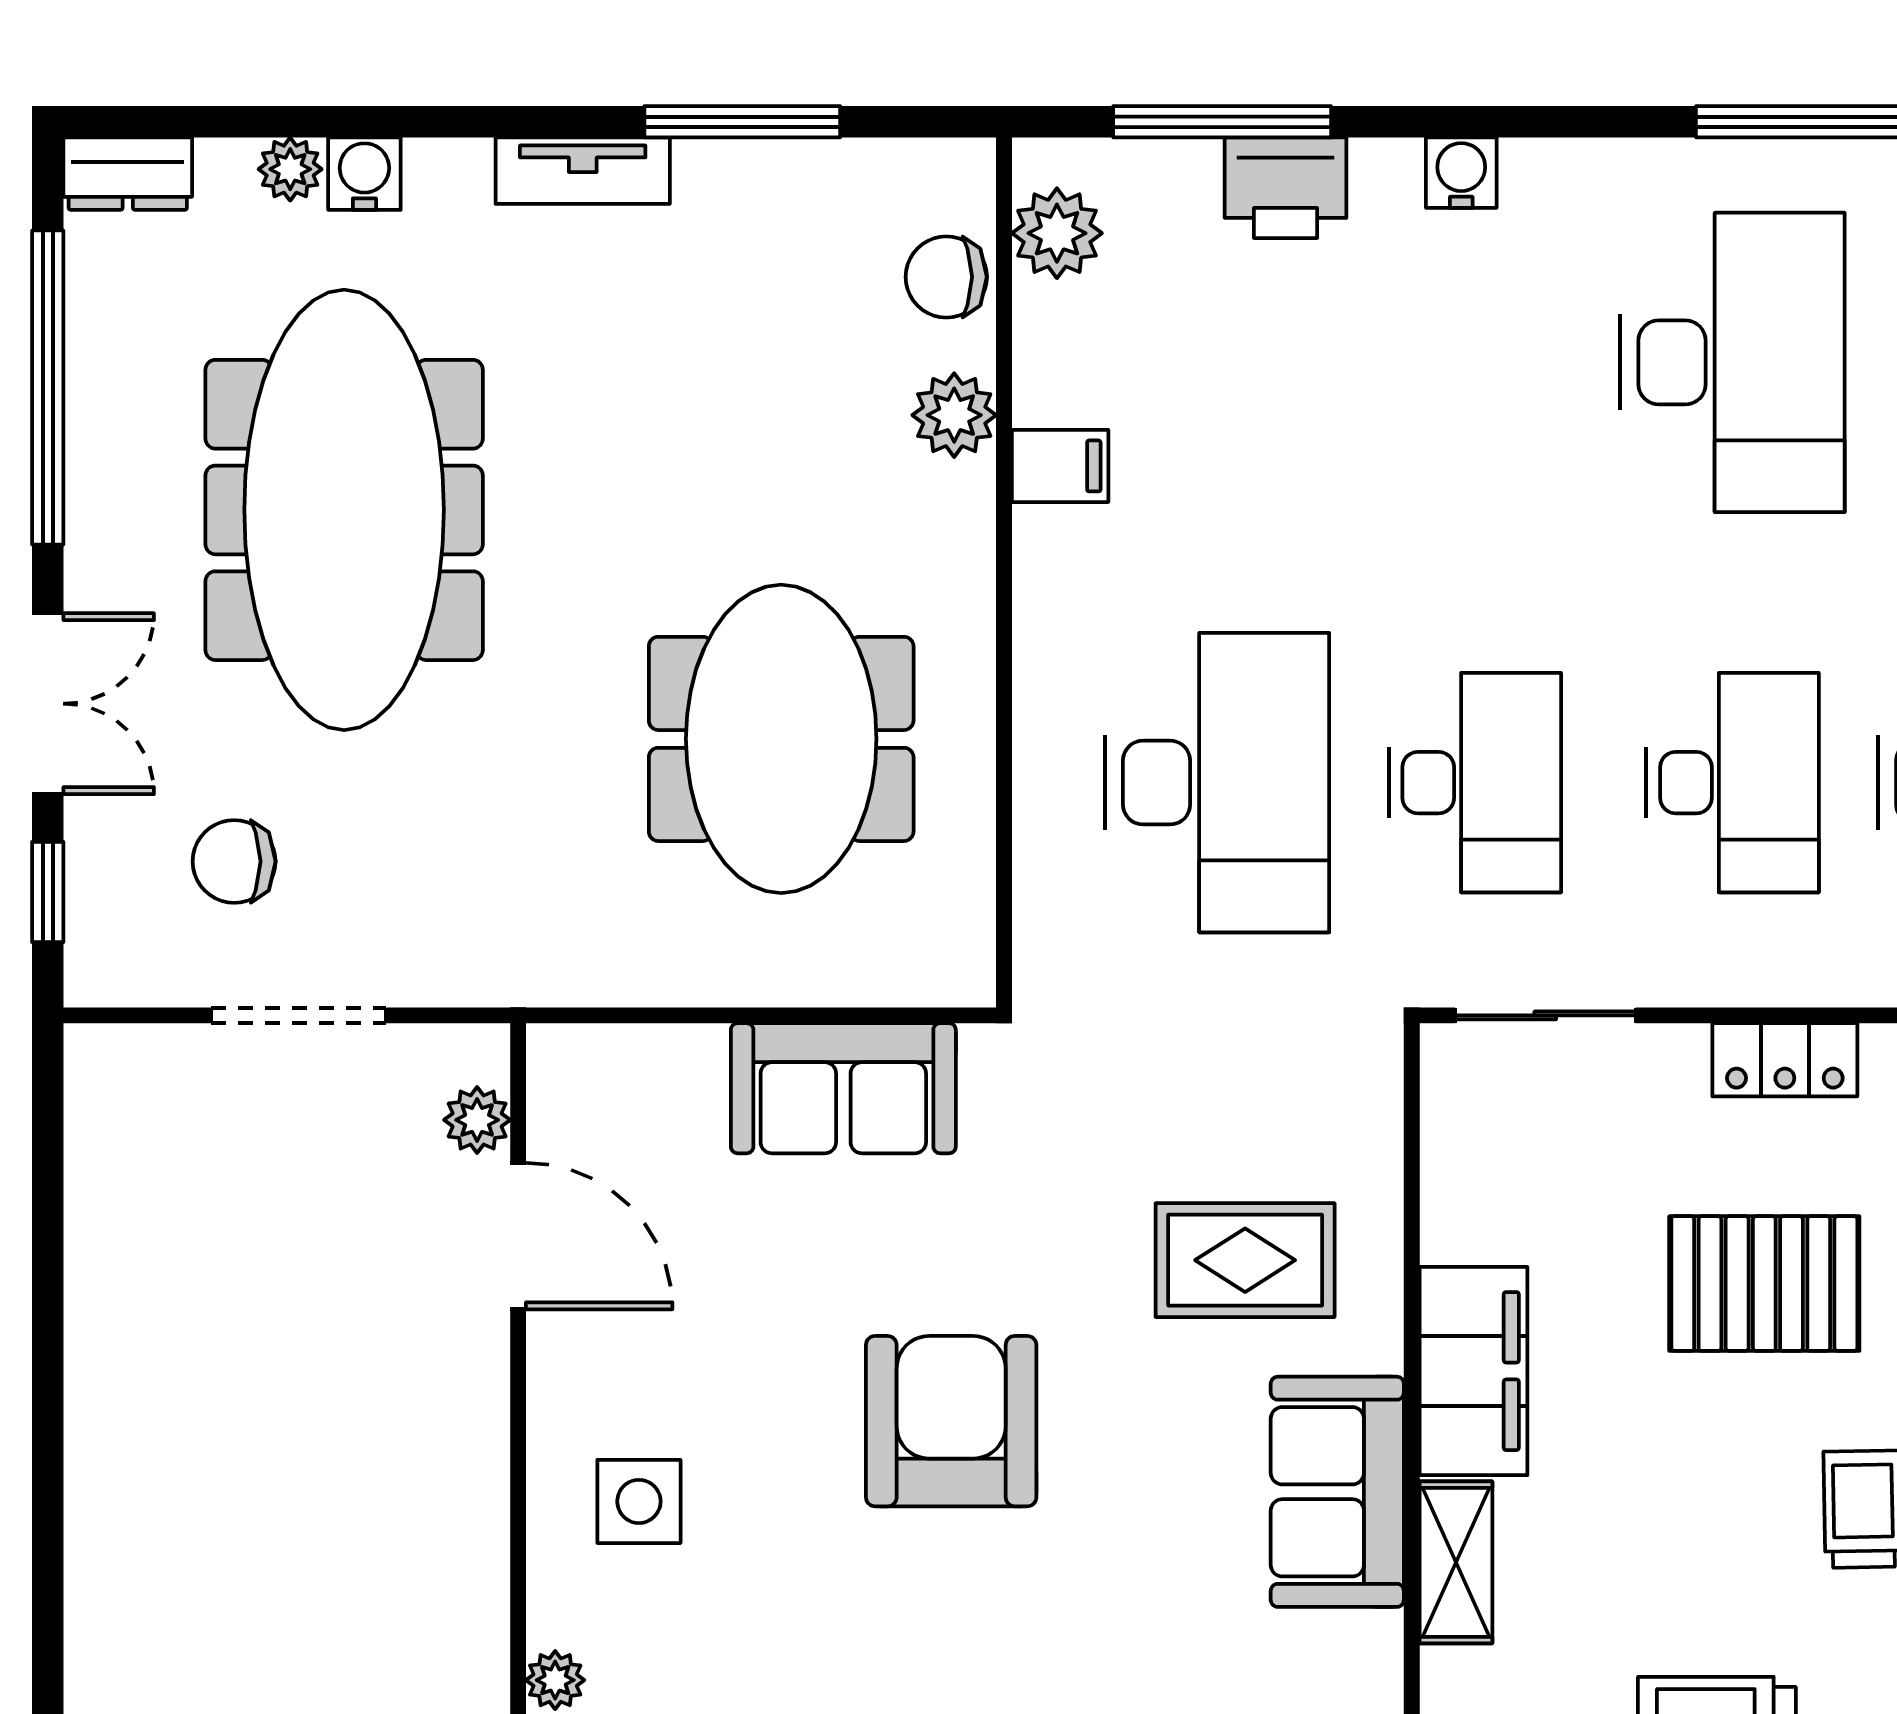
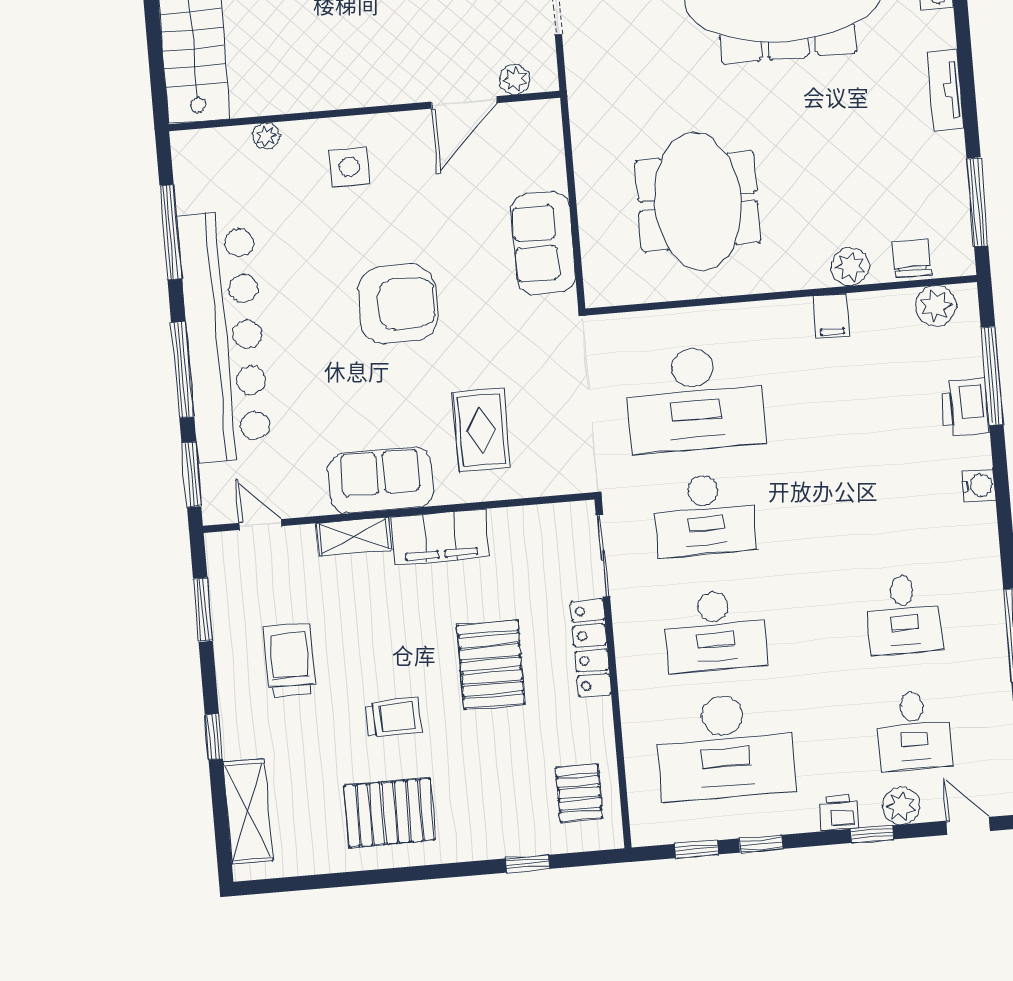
window: (742, 122) -> (977, 202), moved
desk: (1733, 362) -> (904, 615), width x0.53, depth x0.77
meeting table: (781, 739) -> (698, 201), turned 90
locker: (1785, 1060) -> (591, 648), width x1.53

